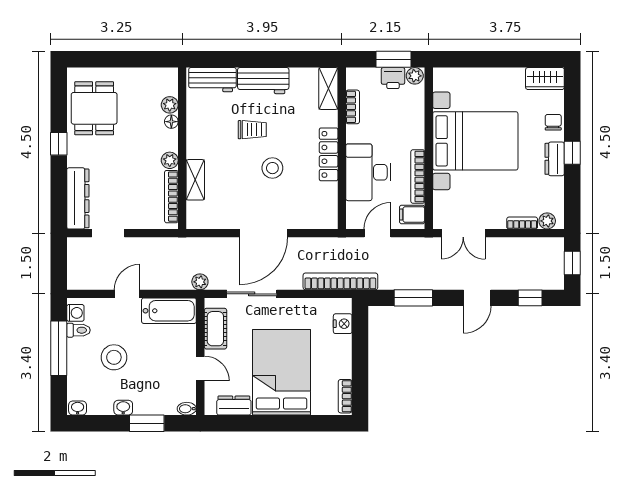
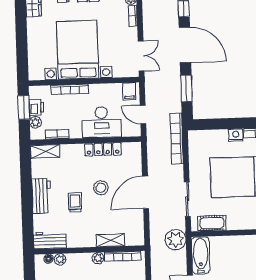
plant: (415, 76) -> (36, 122), moved
workbench: (212, 80) -> (50, 240), moved, turned -90
floor lamp: (171, 122) -> (49, 259), moved
locker: (329, 154) -> (103, 149), moved
bookcase: (418, 177) -> (70, 89), moved
door: (264, 233) -> (146, 192), swing flipped
plant: (200, 282) -> (176, 240), width x1.88, depth x1.88
door: (477, 298) -> (185, 45), width x1.87
nightstand: (343, 324) -> (236, 135), moved
door: (200, 368) -> (239, 233), removed

